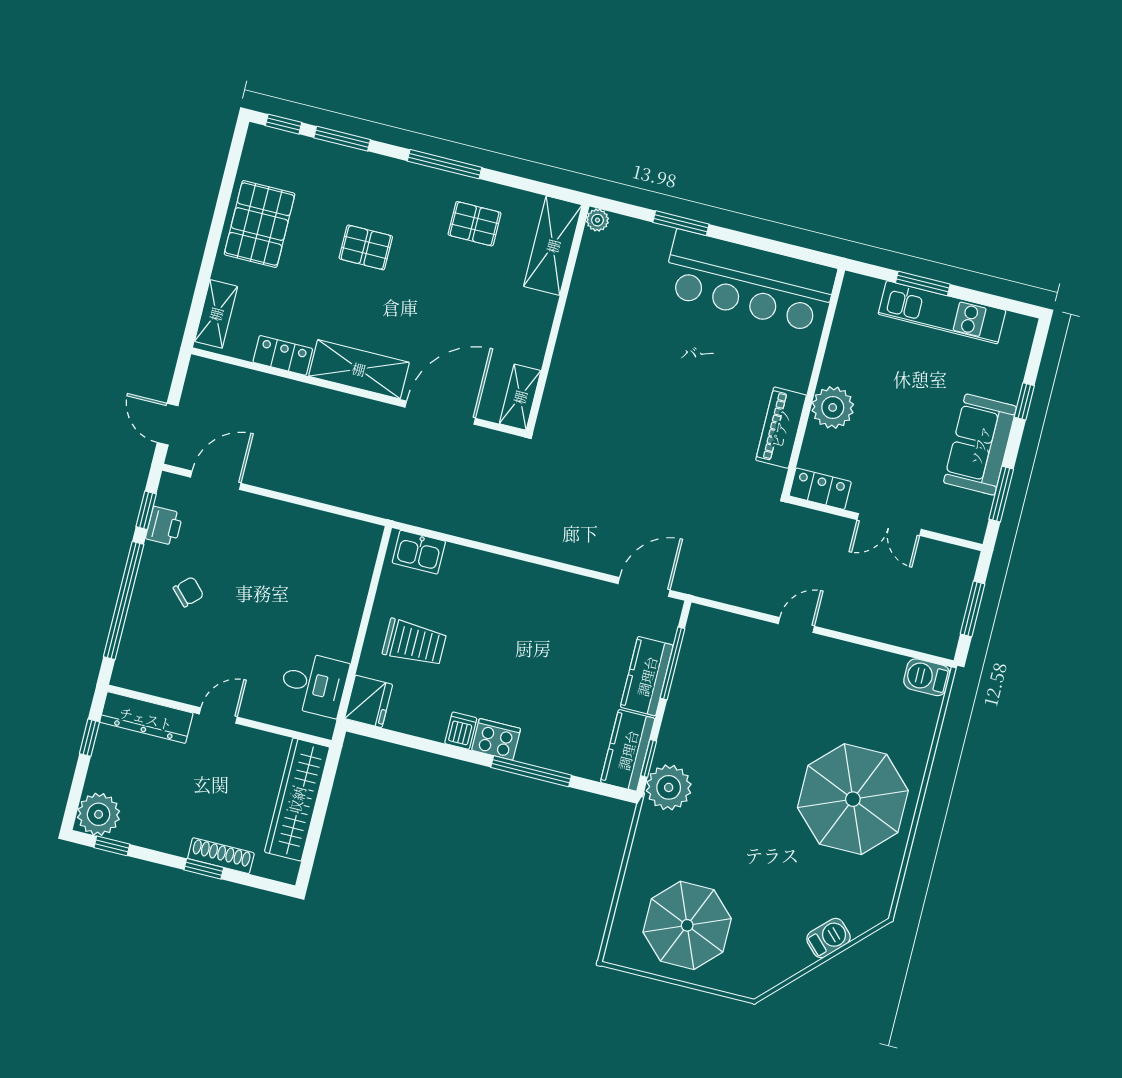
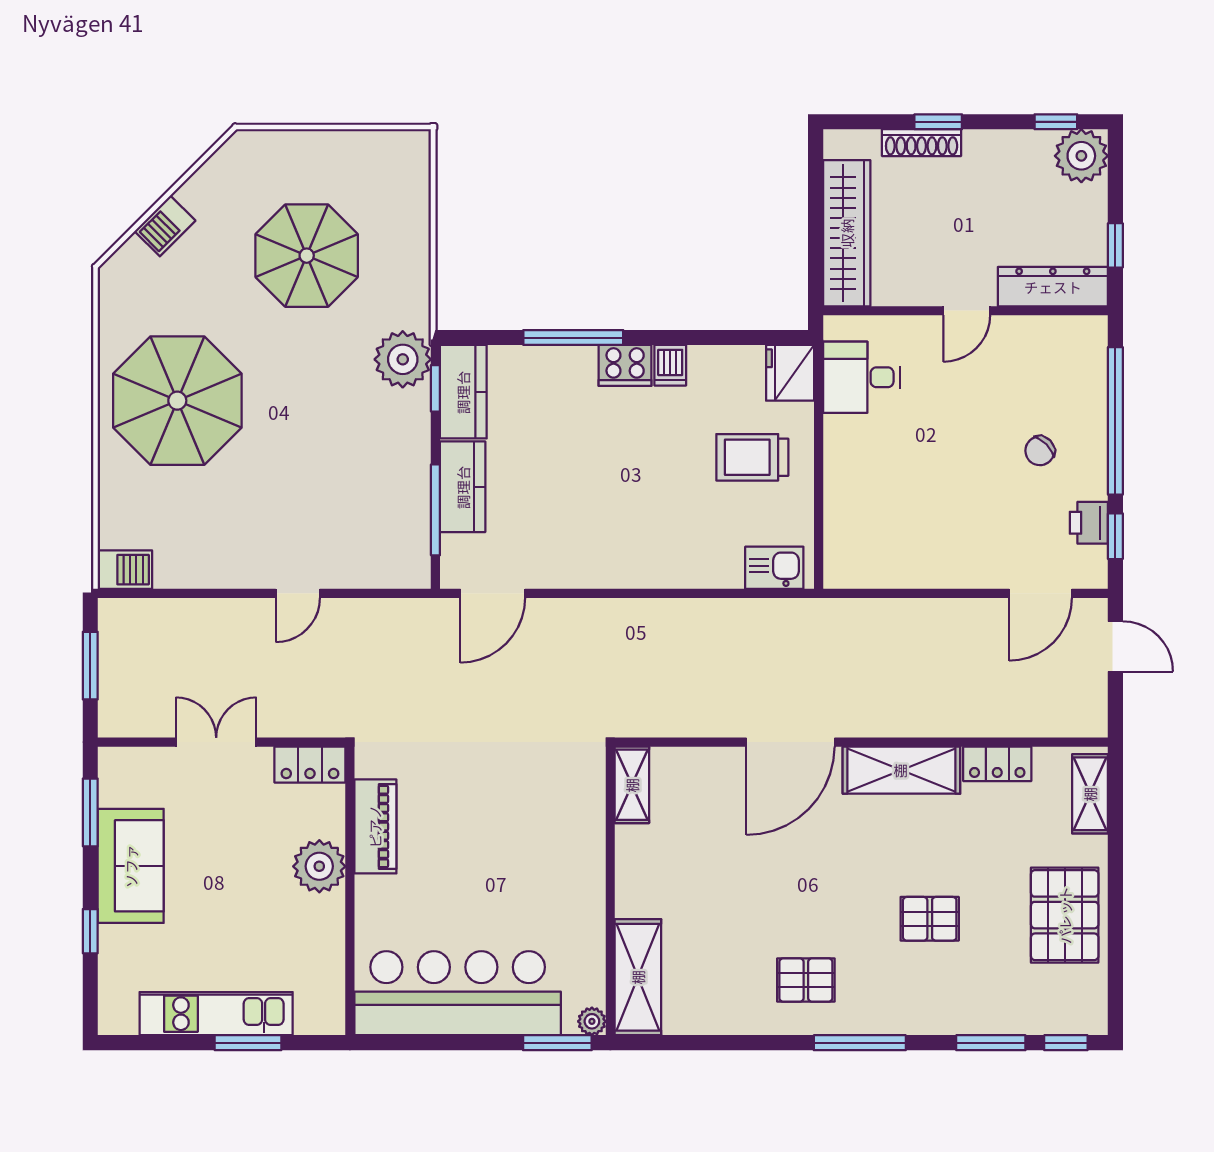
plant: (597, 220) -> (592, 1021), moved
shelving: (553, 246) -> (638, 977), moved
wall: (558, 318) -> (610, 891), moved
shelving: (520, 397) -> (632, 785), moved
parasol: (687, 925) -> (307, 256), moved

